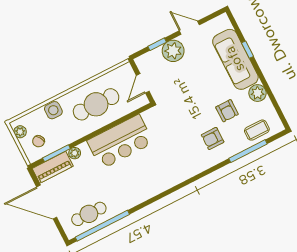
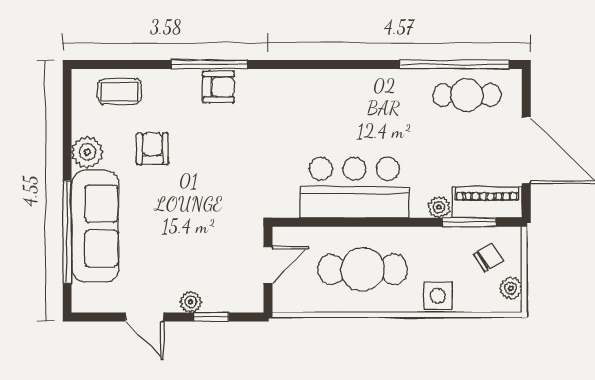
window: (248, 50) -> (67, 232), width x3.17
plant: (173, 51) -> (191, 302), width x0.53, depth x0.53
armchair: (213, 138) -> (218, 87), moved
window: (248, 151) -> (209, 64), moved

